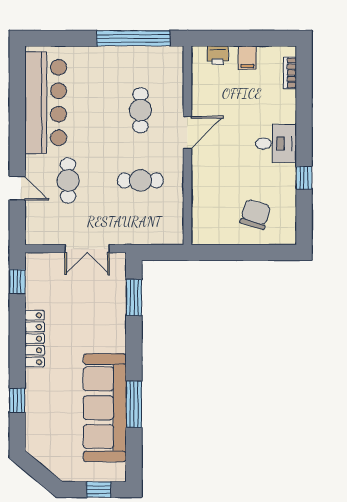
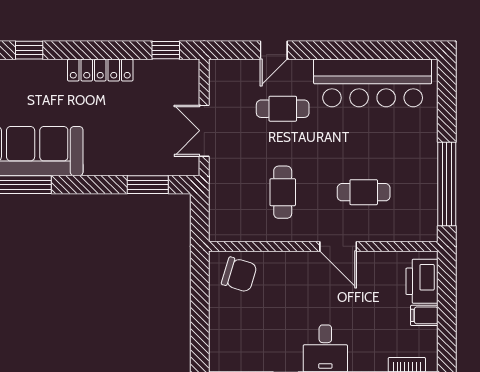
printer: (218, 55) -> (422, 281), width x1.87, depth x1.48
chair: (255, 214) -> (239, 275), moved

